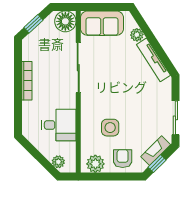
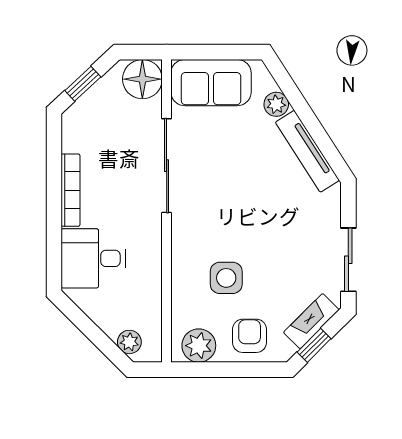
desk: (59, 125) -> (93, 258), moved, turned 180

